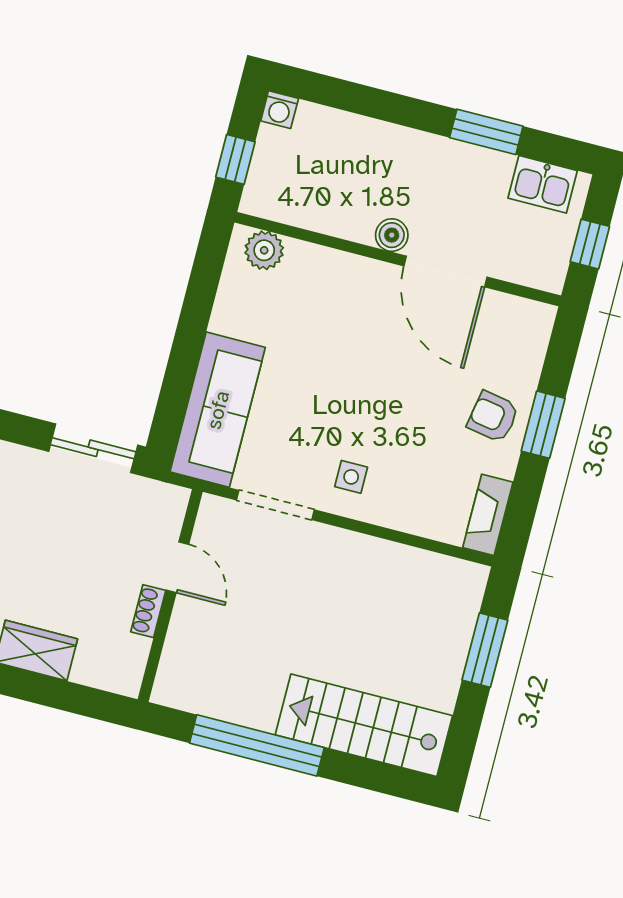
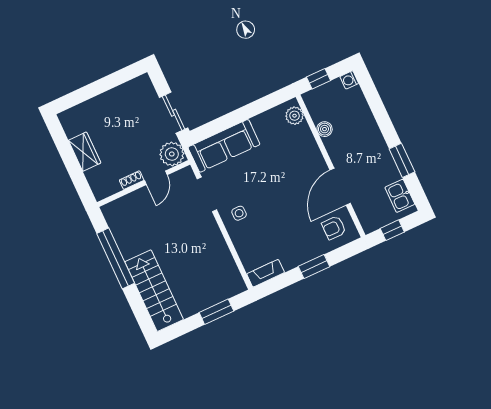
boiler: (392, 235) -> (325, 129), moved
armchair: (493, 417) -> (334, 228), moved, turned -100
plant: (160, 508) -> (172, 154), added

